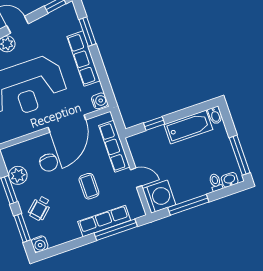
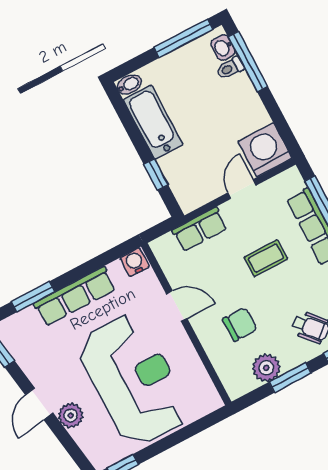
door: (67, 124) -> (177, 306), width x0.53
row of seats: (114, 146) -> (200, 229), width x0.68
window: (188, 205) -> (248, 62), moved

